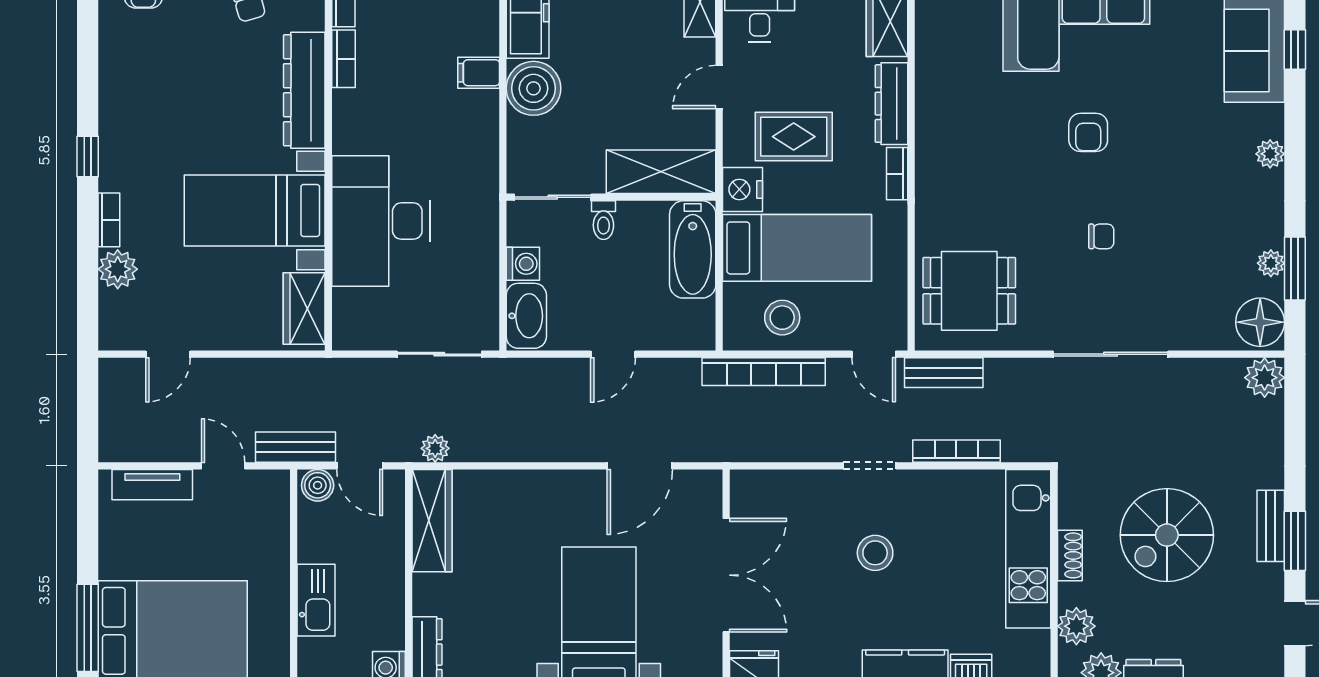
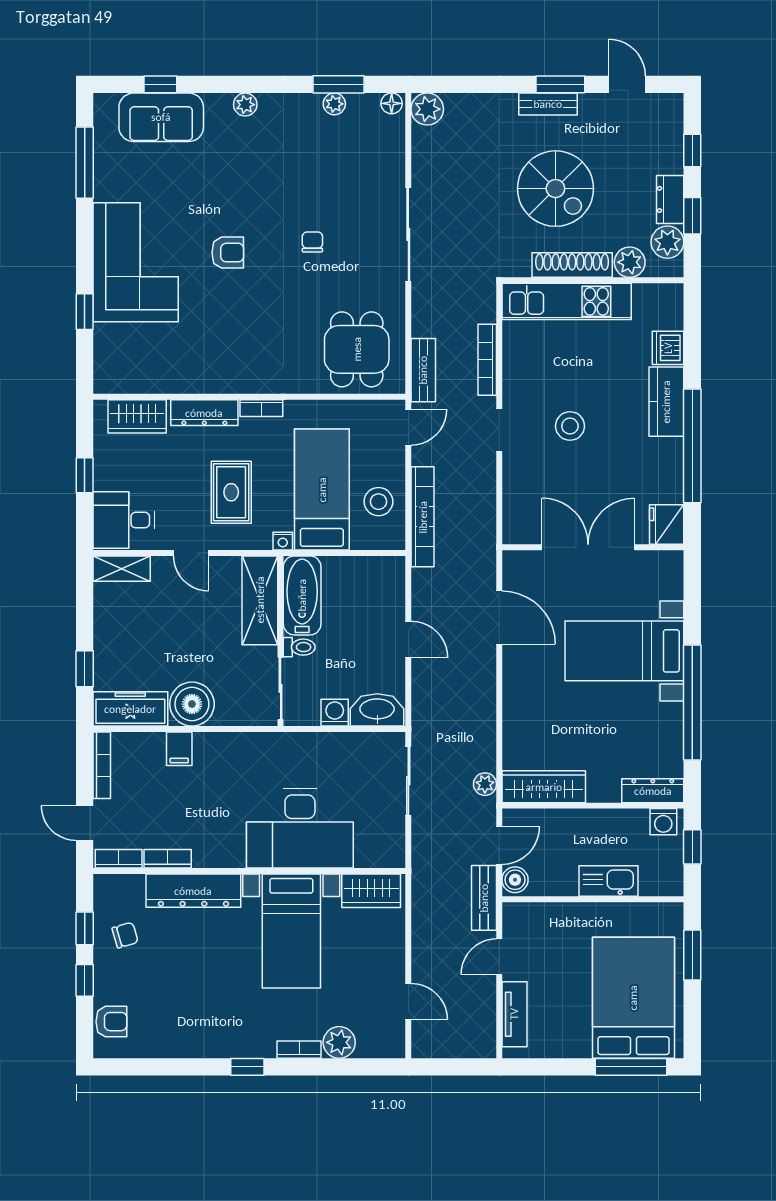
nightstand: (743, 189) -> (283, 541), width x0.53, depth x0.56
bathtub: (693, 249) -> (302, 595), moved, turned -90
floor lamp: (1260, 322) -> (392, 103), width x0.53, depth x0.53
shoe rack: (1070, 555) -> (572, 265), width x1.94, depth x1.24

